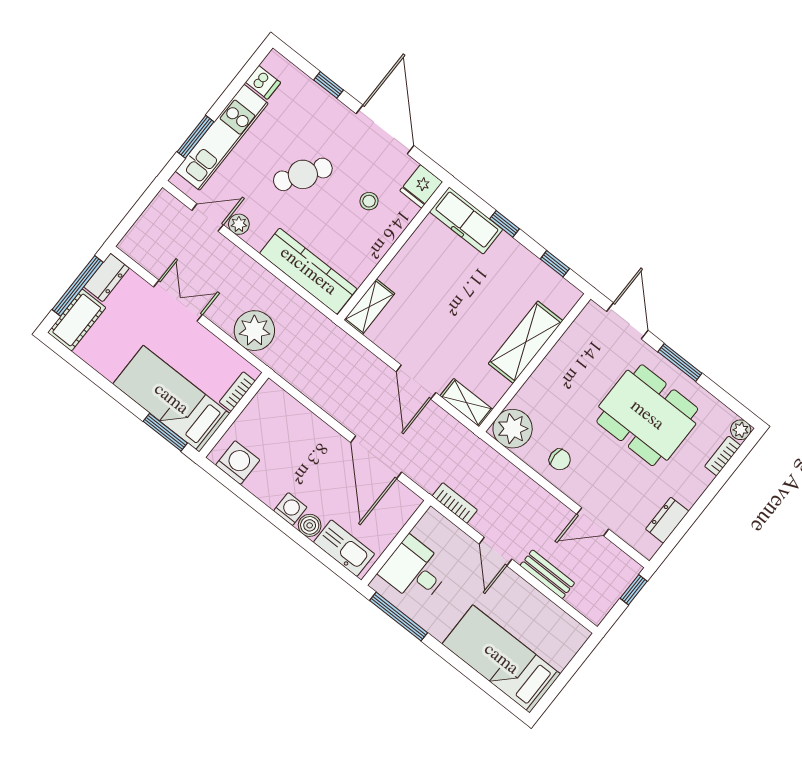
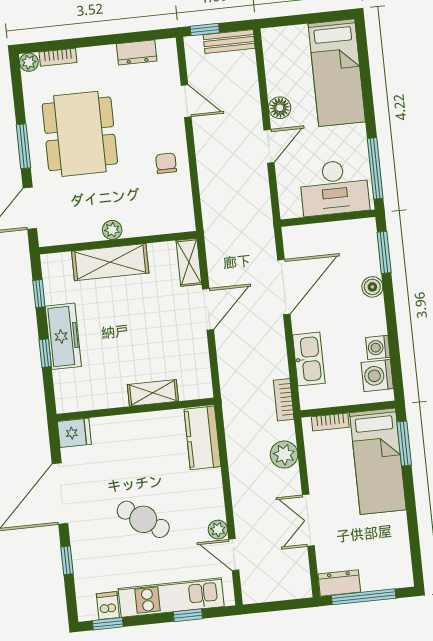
window: (249, 69) -> (108, 624), added
window: (195, 137) -> (188, 615), width x0.67
stool: (369, 201) -> (118, 458), removed
freezer: (466, 221) -> (63, 336), moved
kitchen counter: (308, 271) -> (202, 438), width x0.67
shelving: (369, 307) -> (153, 393), moved
cot: (77, 320) -> (387, 575), removed
plant: (254, 331) -> (284, 455), width x0.73, depth x0.73
plant: (513, 429) -> (112, 230), moved, width x0.53, depth x0.53
bookcase: (455, 503) -> (284, 400), moved
washing machine: (290, 509) -> (378, 347), moved
kitchen sink: (344, 548) -> (309, 359), moved, turned 180
window: (327, 560) -> (384, 252), added
desk: (415, 571) -> (334, 188), width x1.37
bench: (547, 574) -> (229, 41), moved, turned 90
floor lamp: (517, 589) -> (280, 108), added

